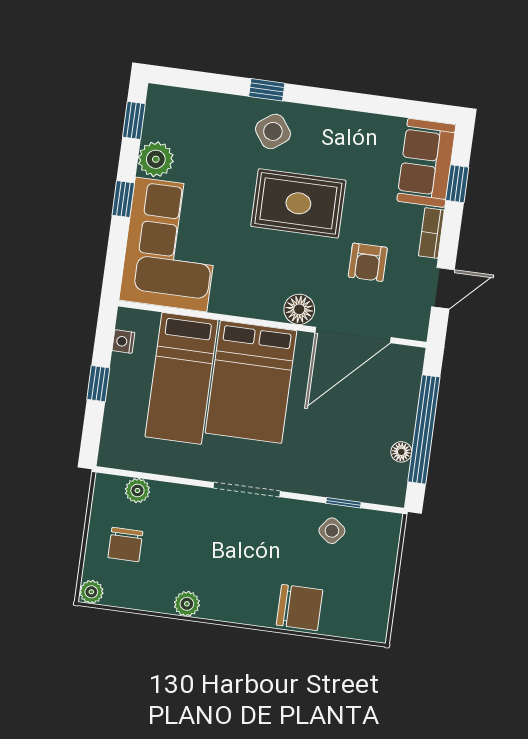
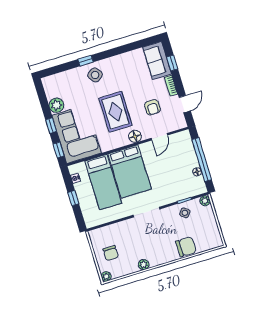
window: (134, 120) -> (59, 150), moved
rug: (298, 203) -> (115, 112), moved, turned 90
door: (353, 335) -> (159, 137), width x0.53
plant: (137, 490) -> (205, 201), moved

